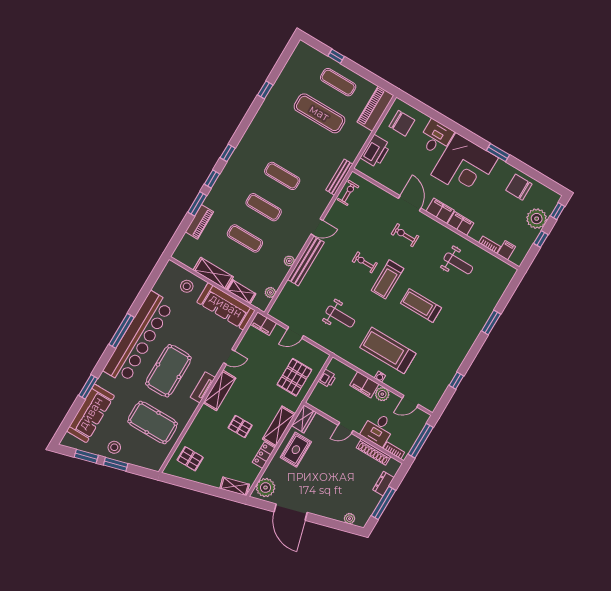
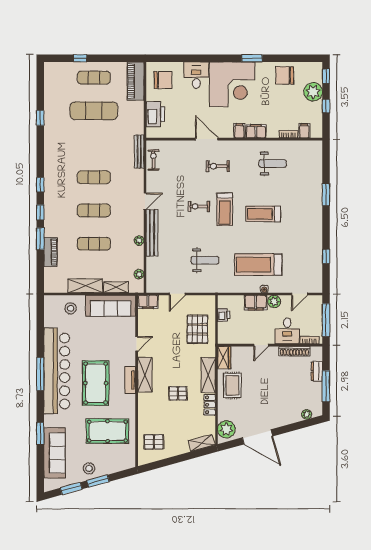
filing cabinet: (440, 211) -> (239, 131), width x0.50

